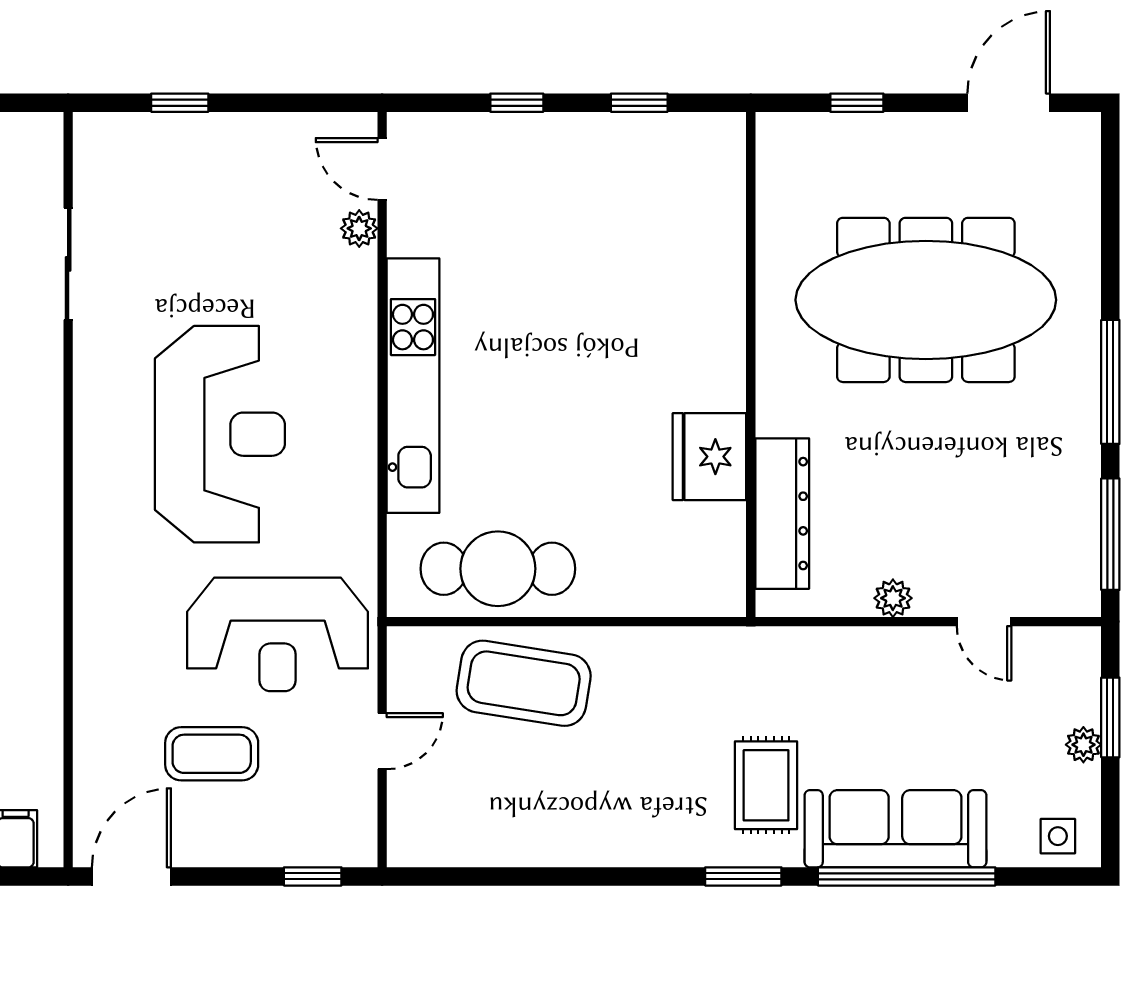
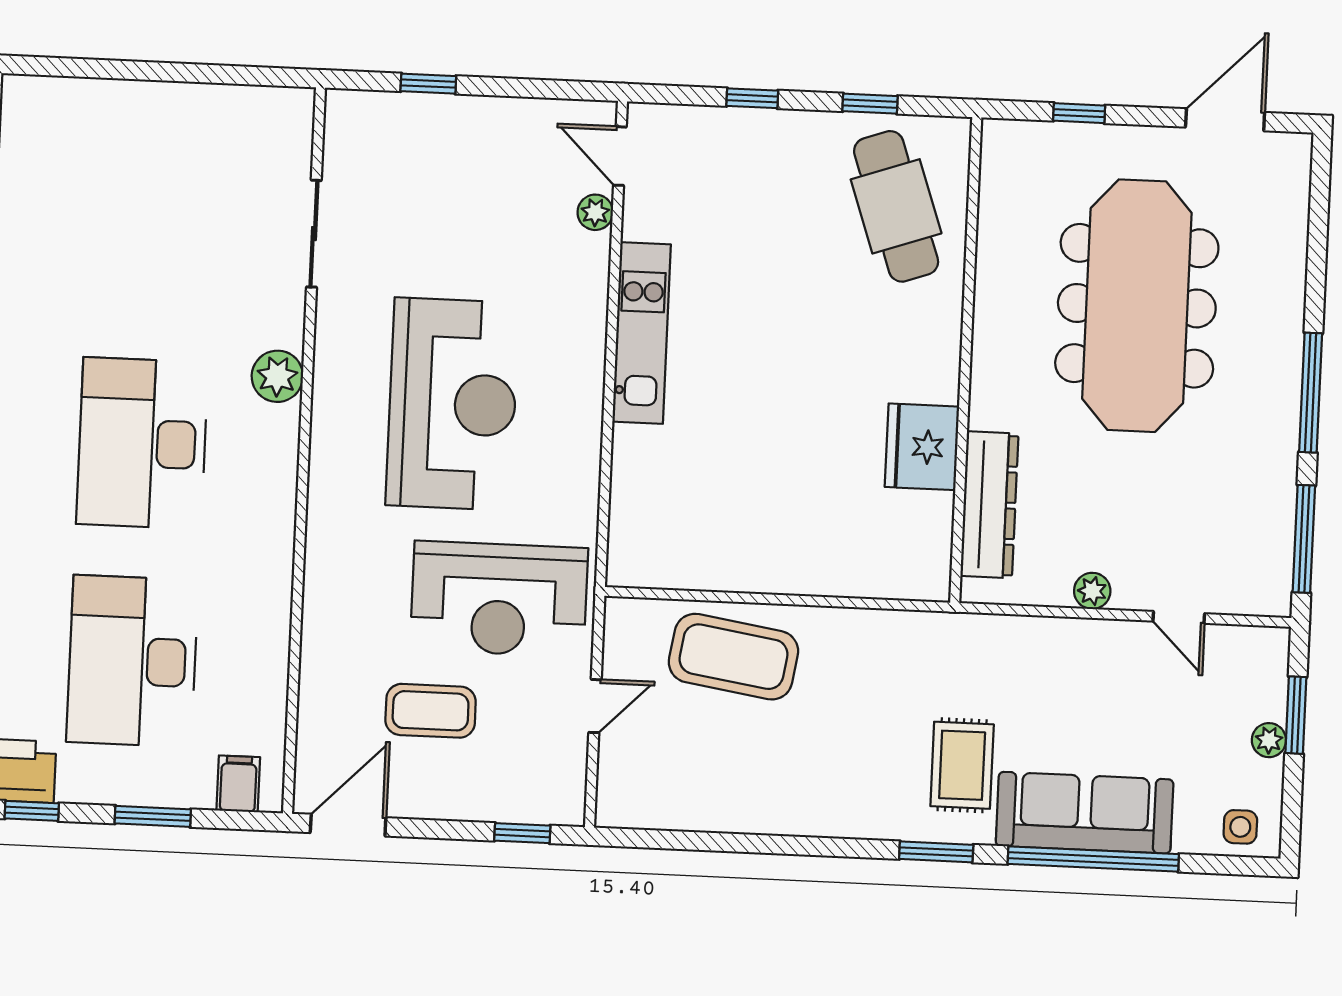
meeting table: (926, 300) -> (1137, 306), turned 90
kitchen unit: (413, 386) -> (642, 333), width x0.73
plant: (37, 414) -> (277, 376), added
cafe table: (498, 569) -> (896, 206), moved, turned 71

